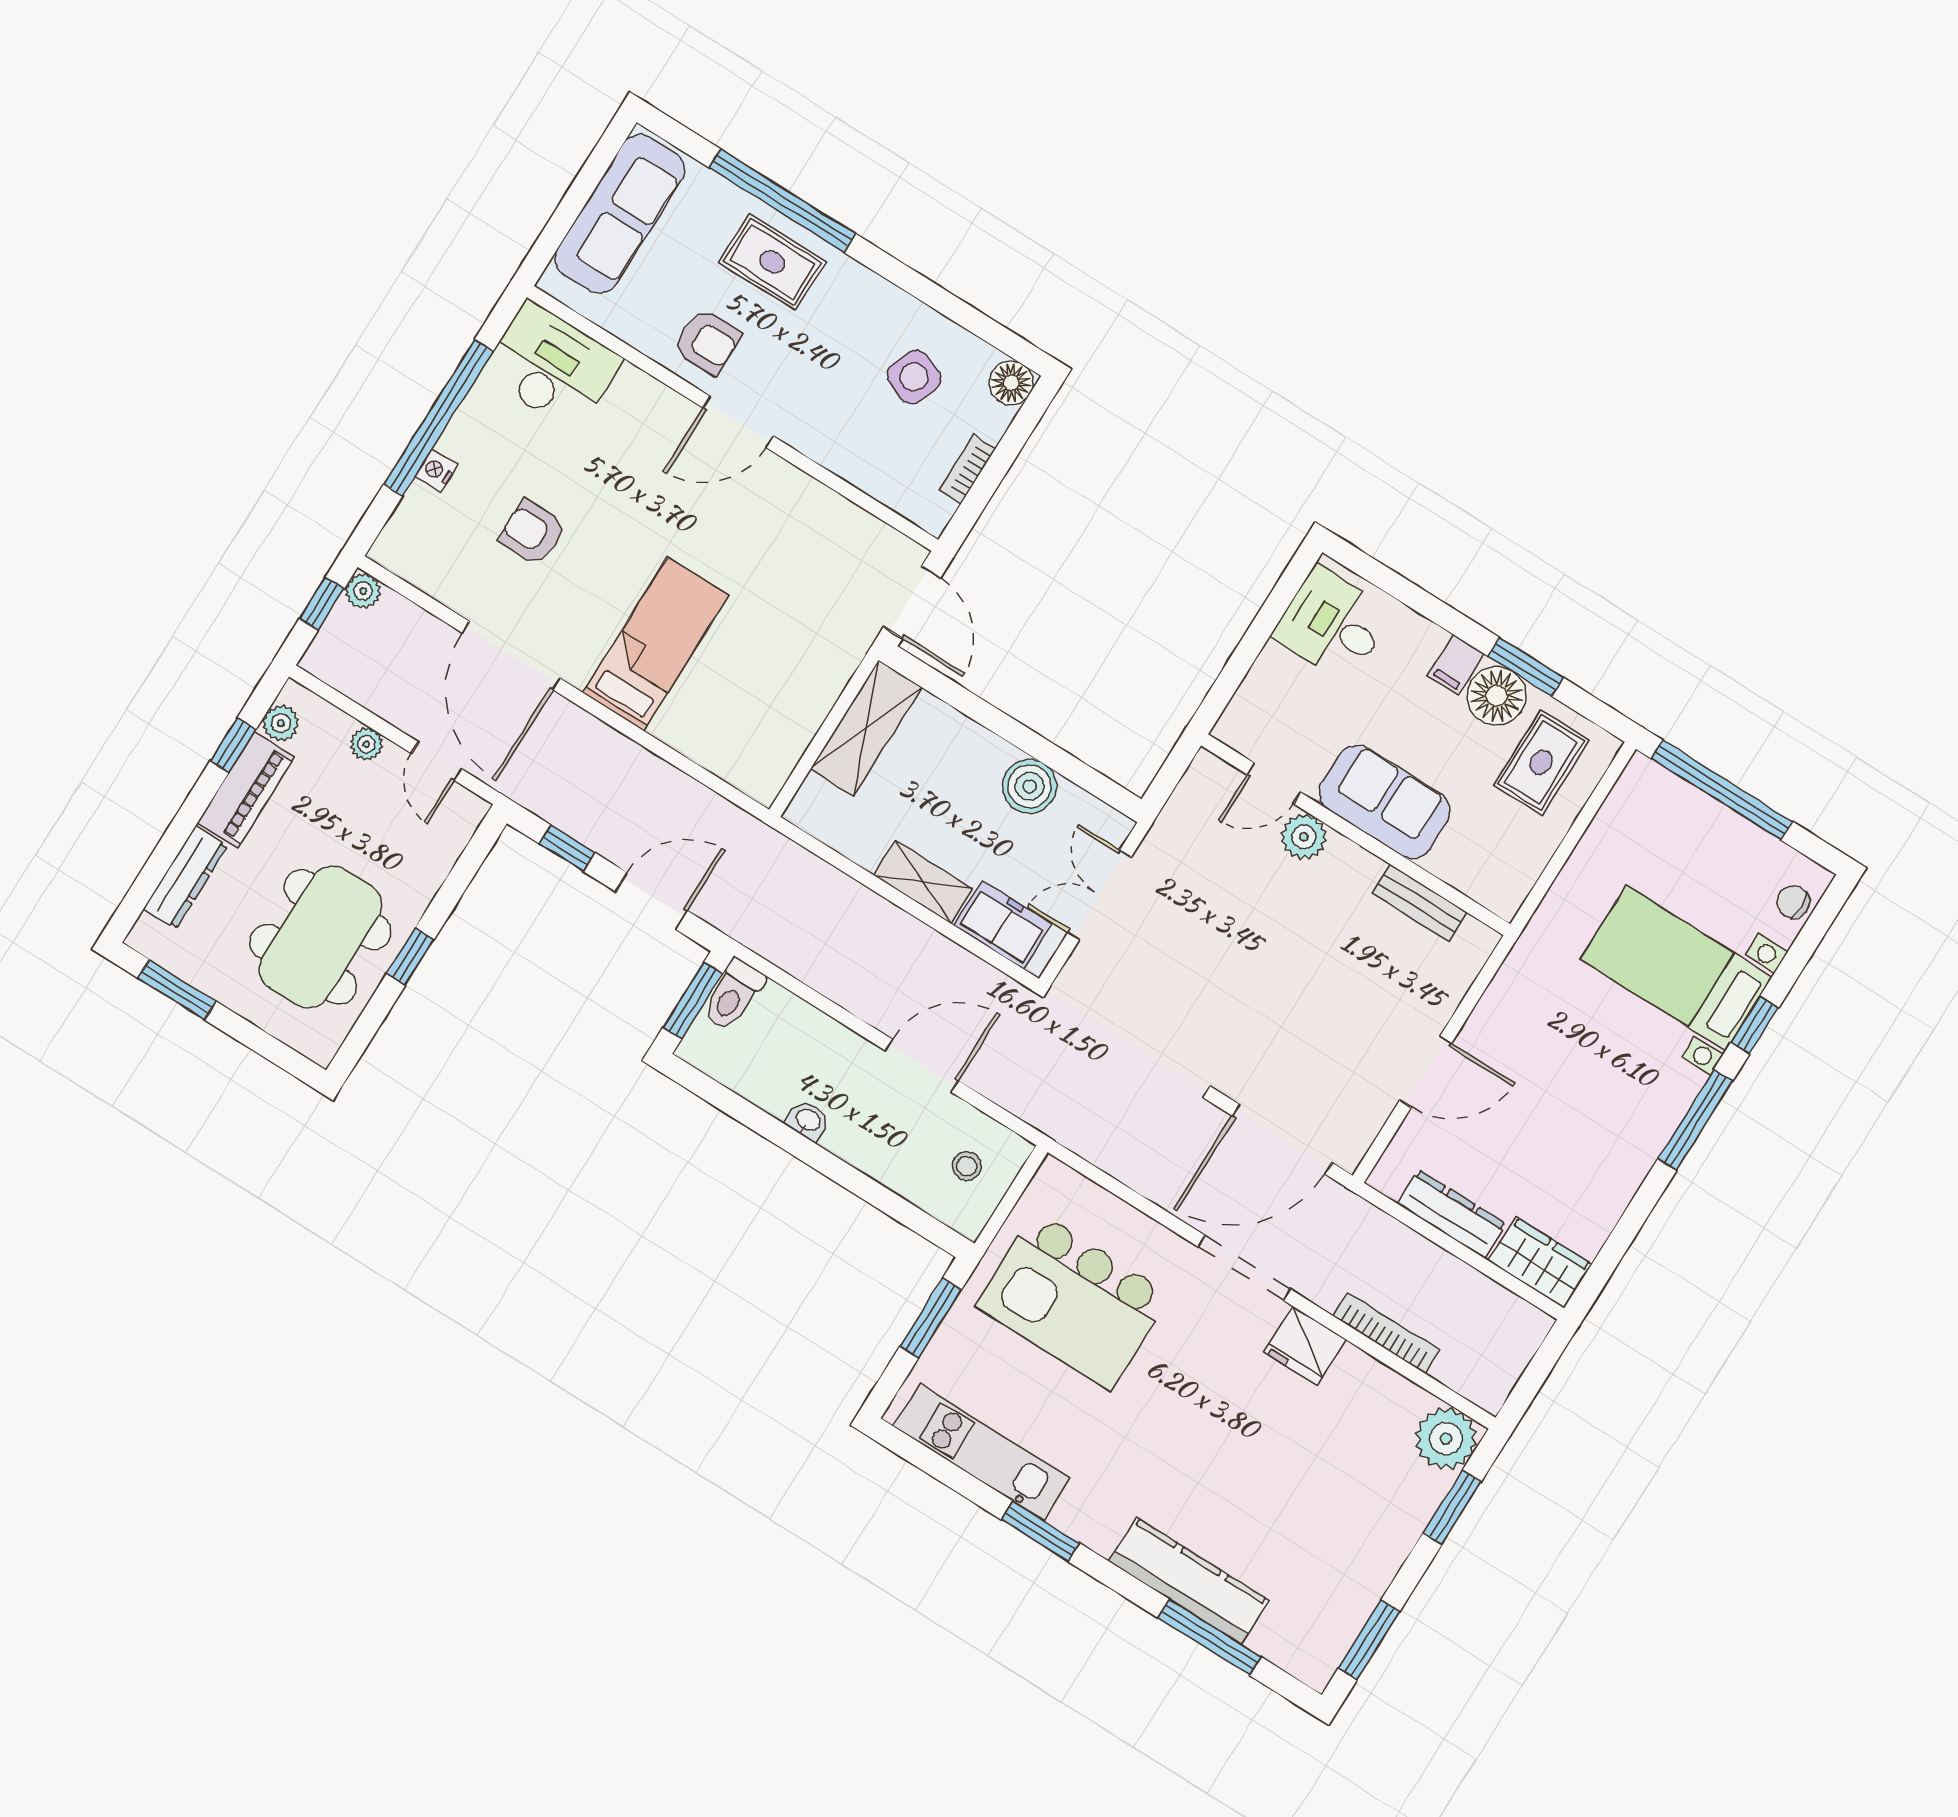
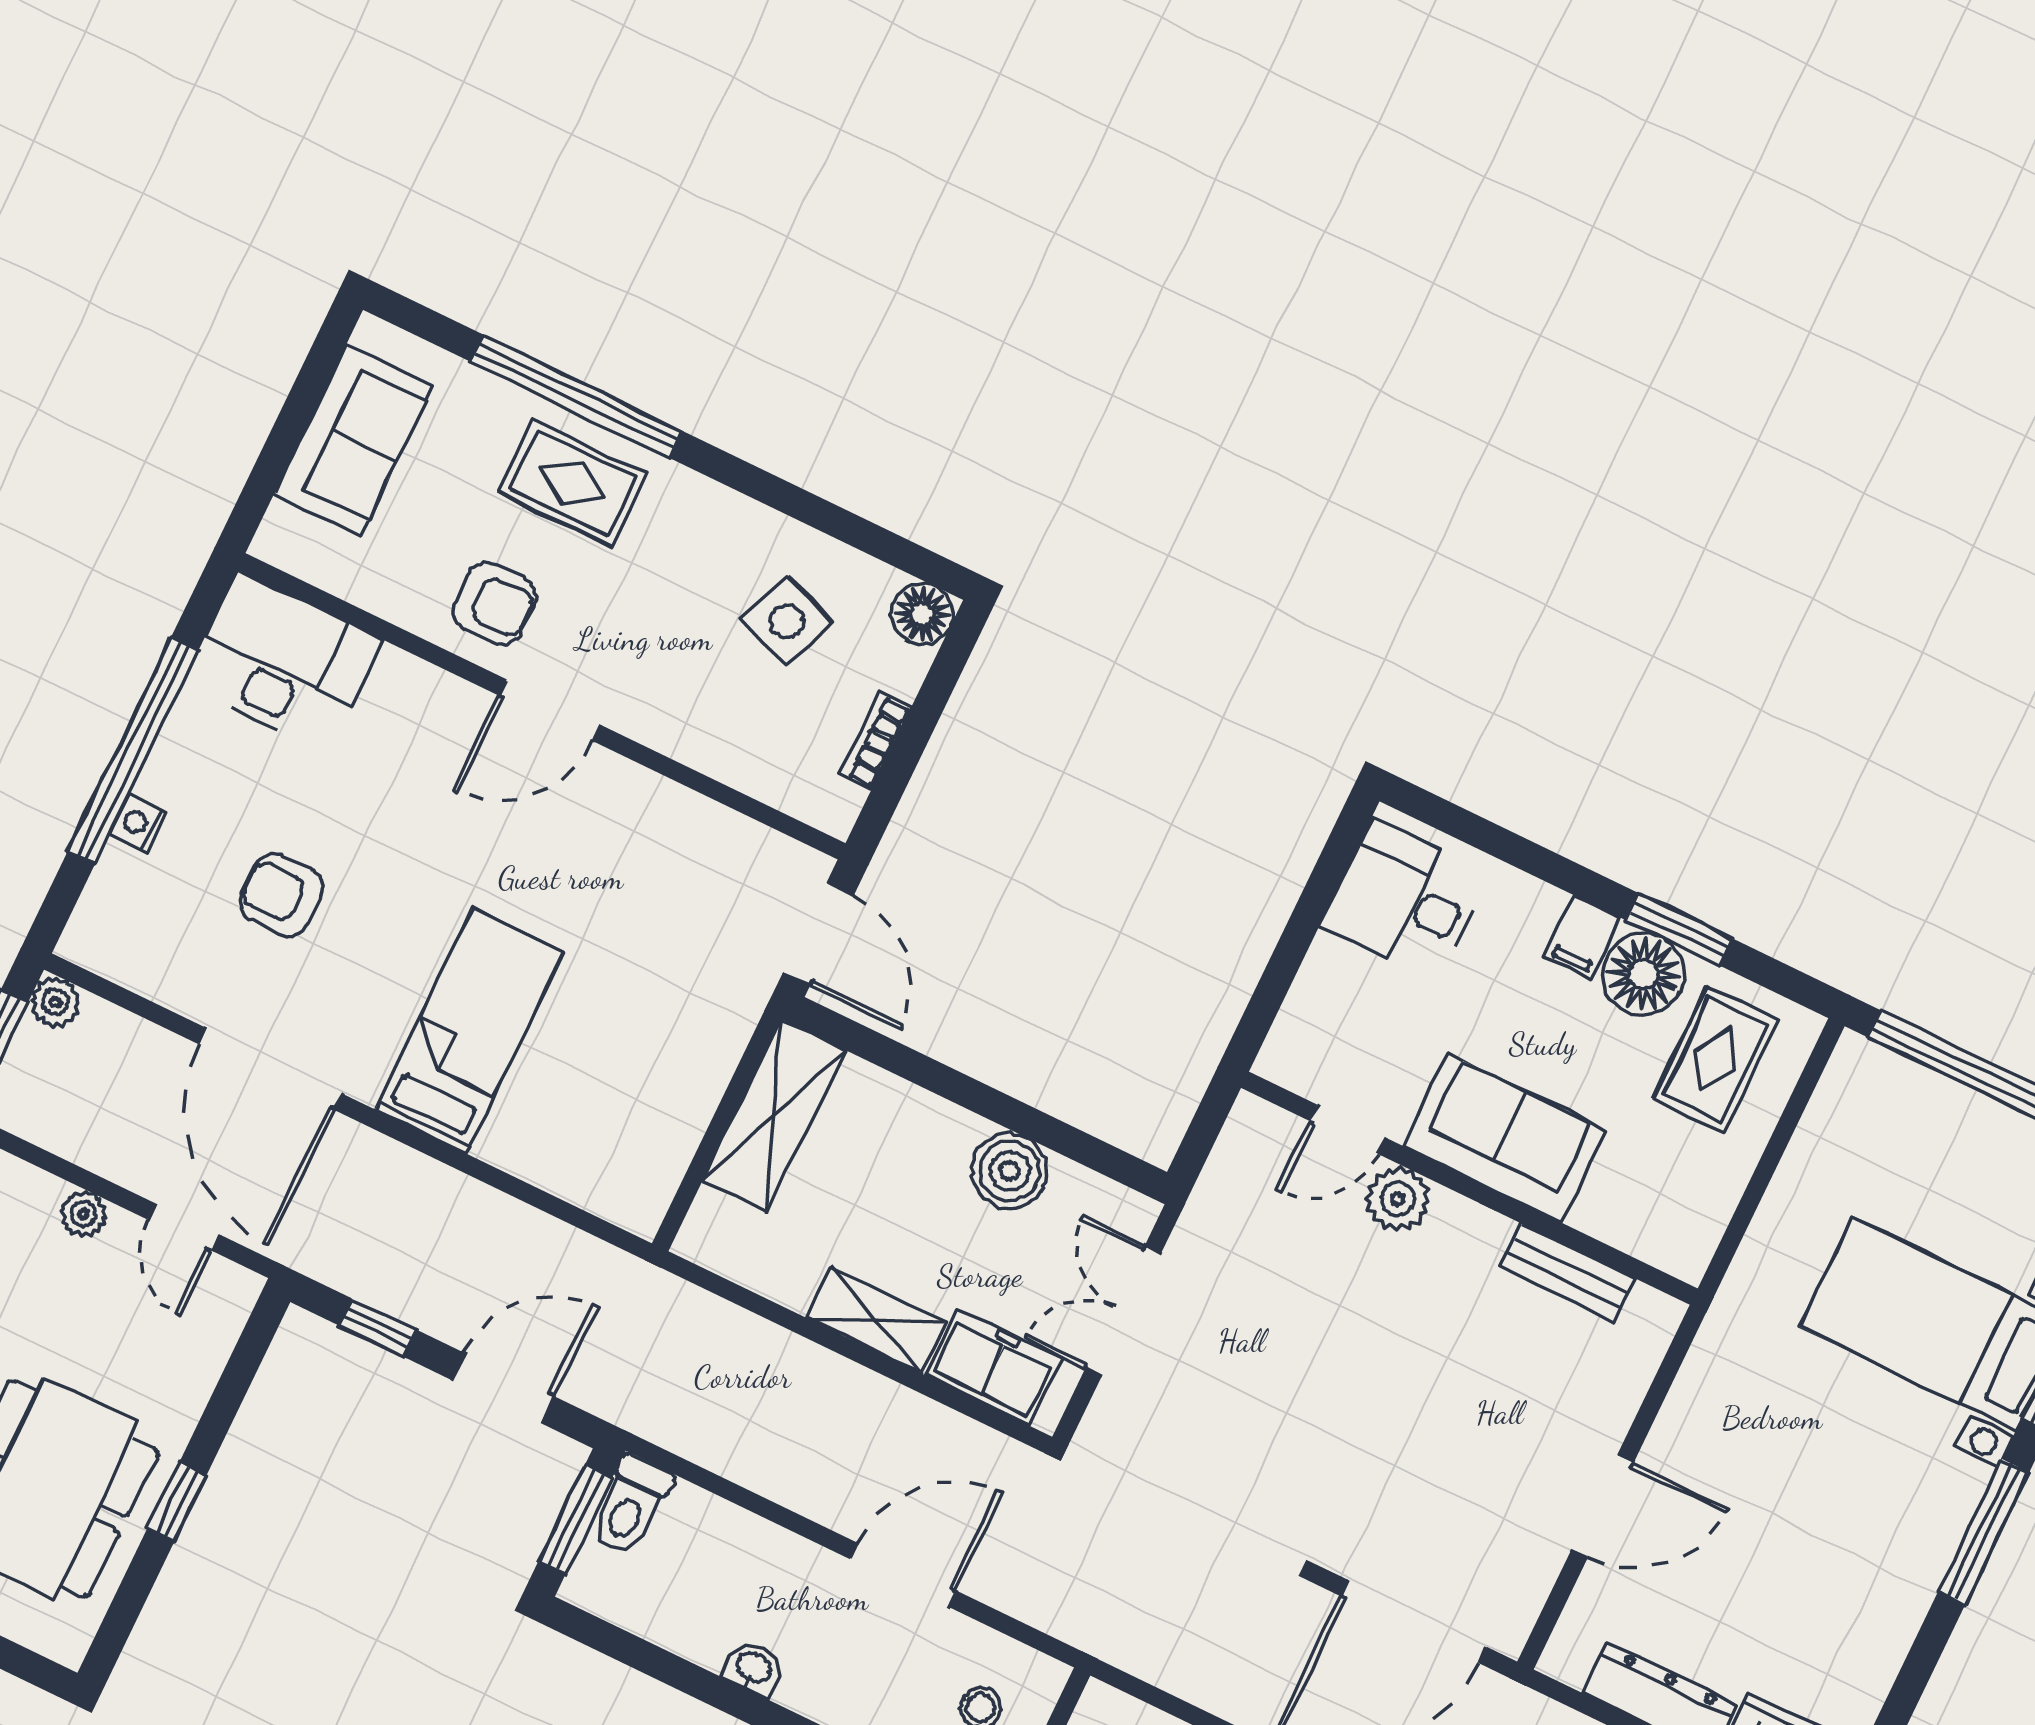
sofa: (620, 214) -> (354, 440), width x0.73

